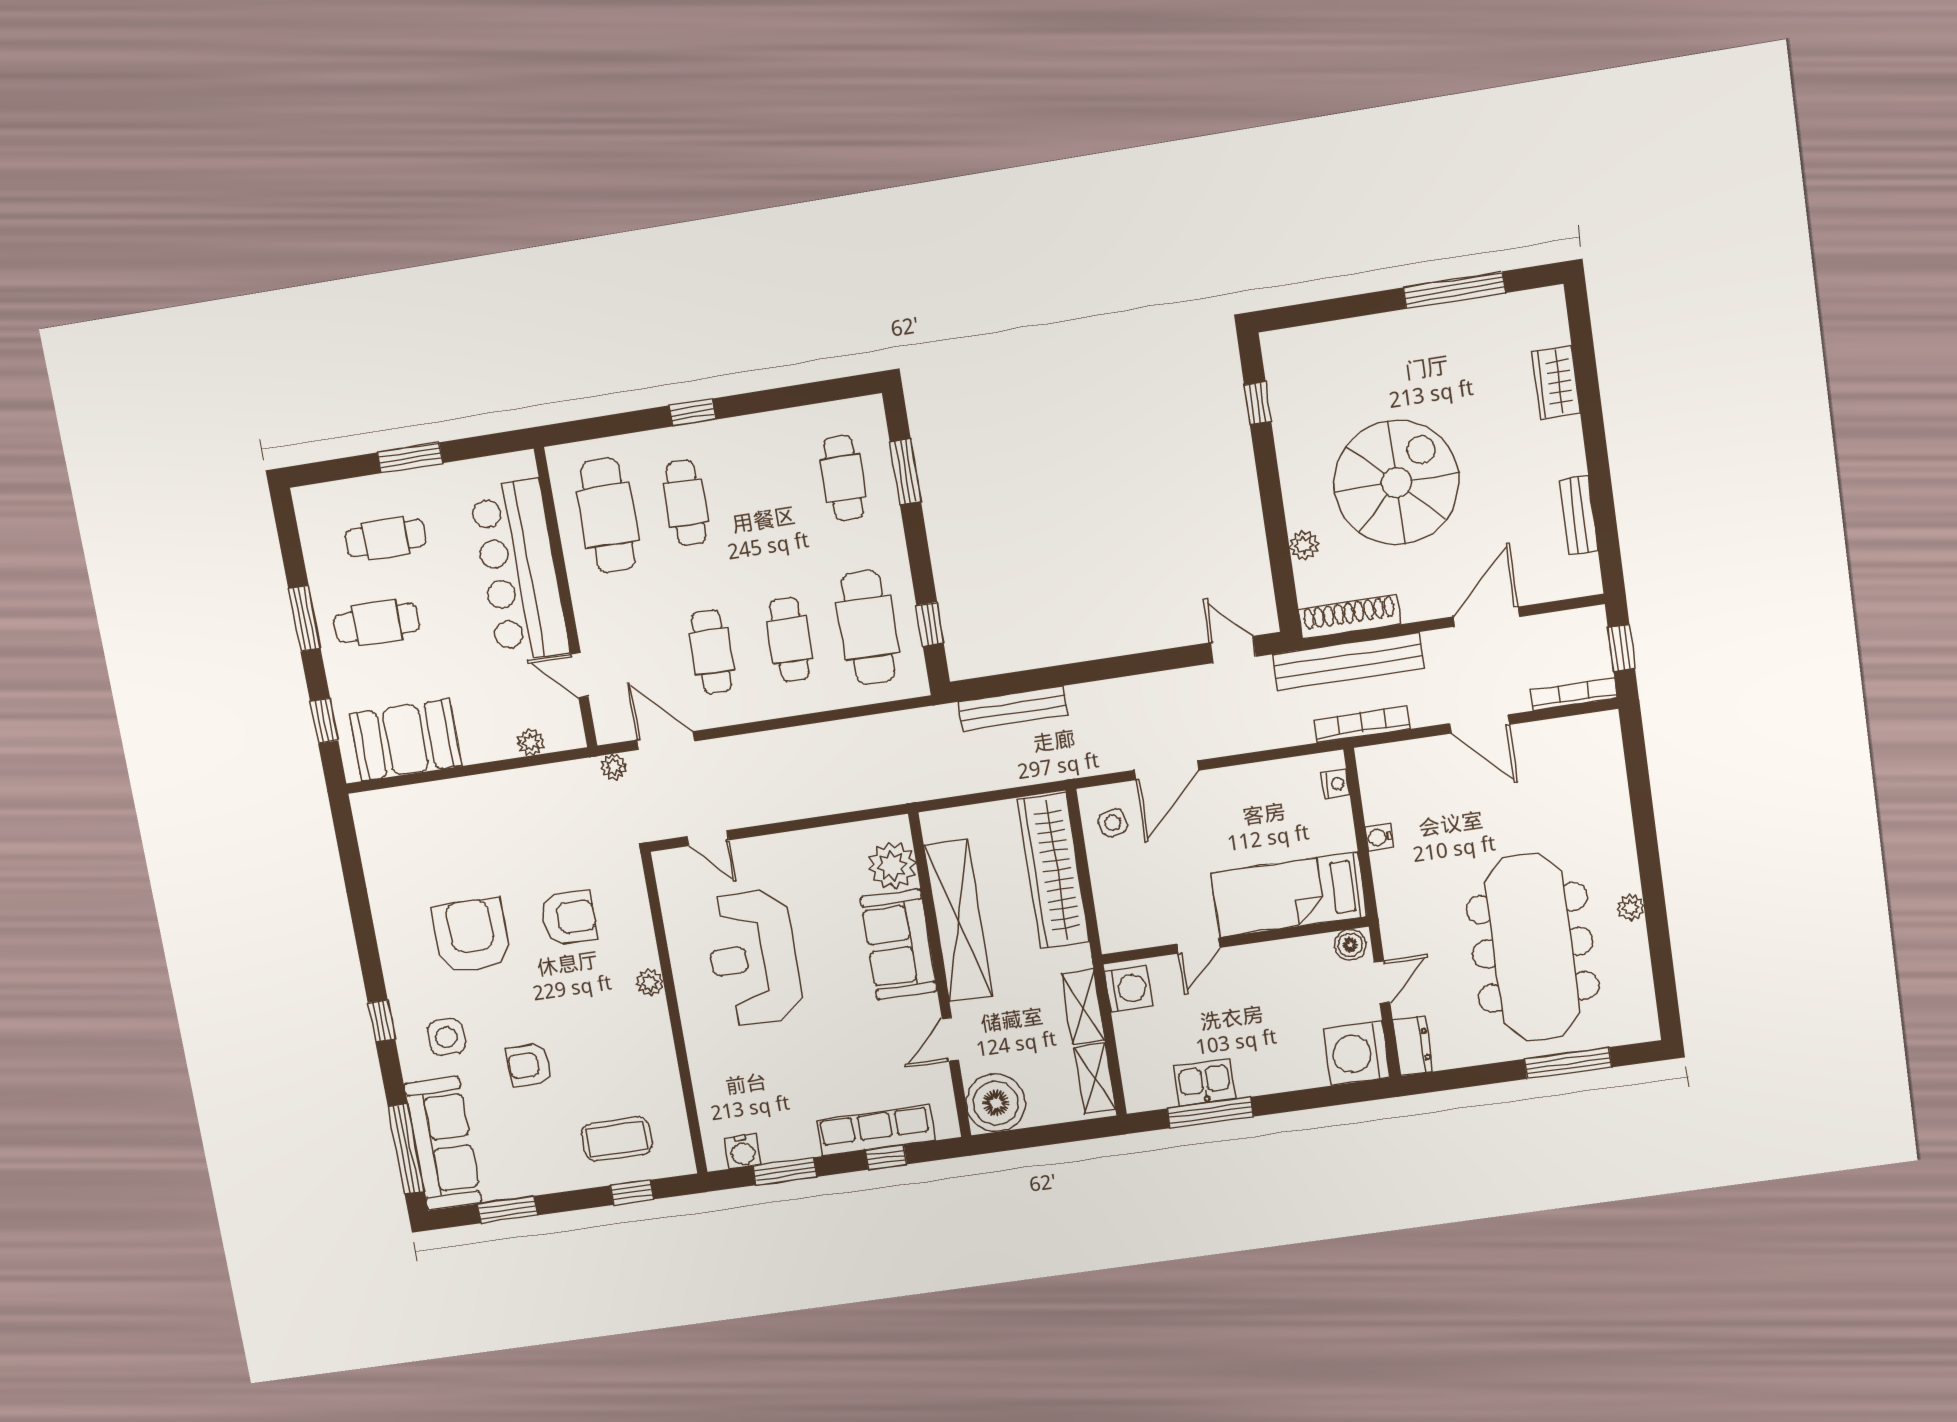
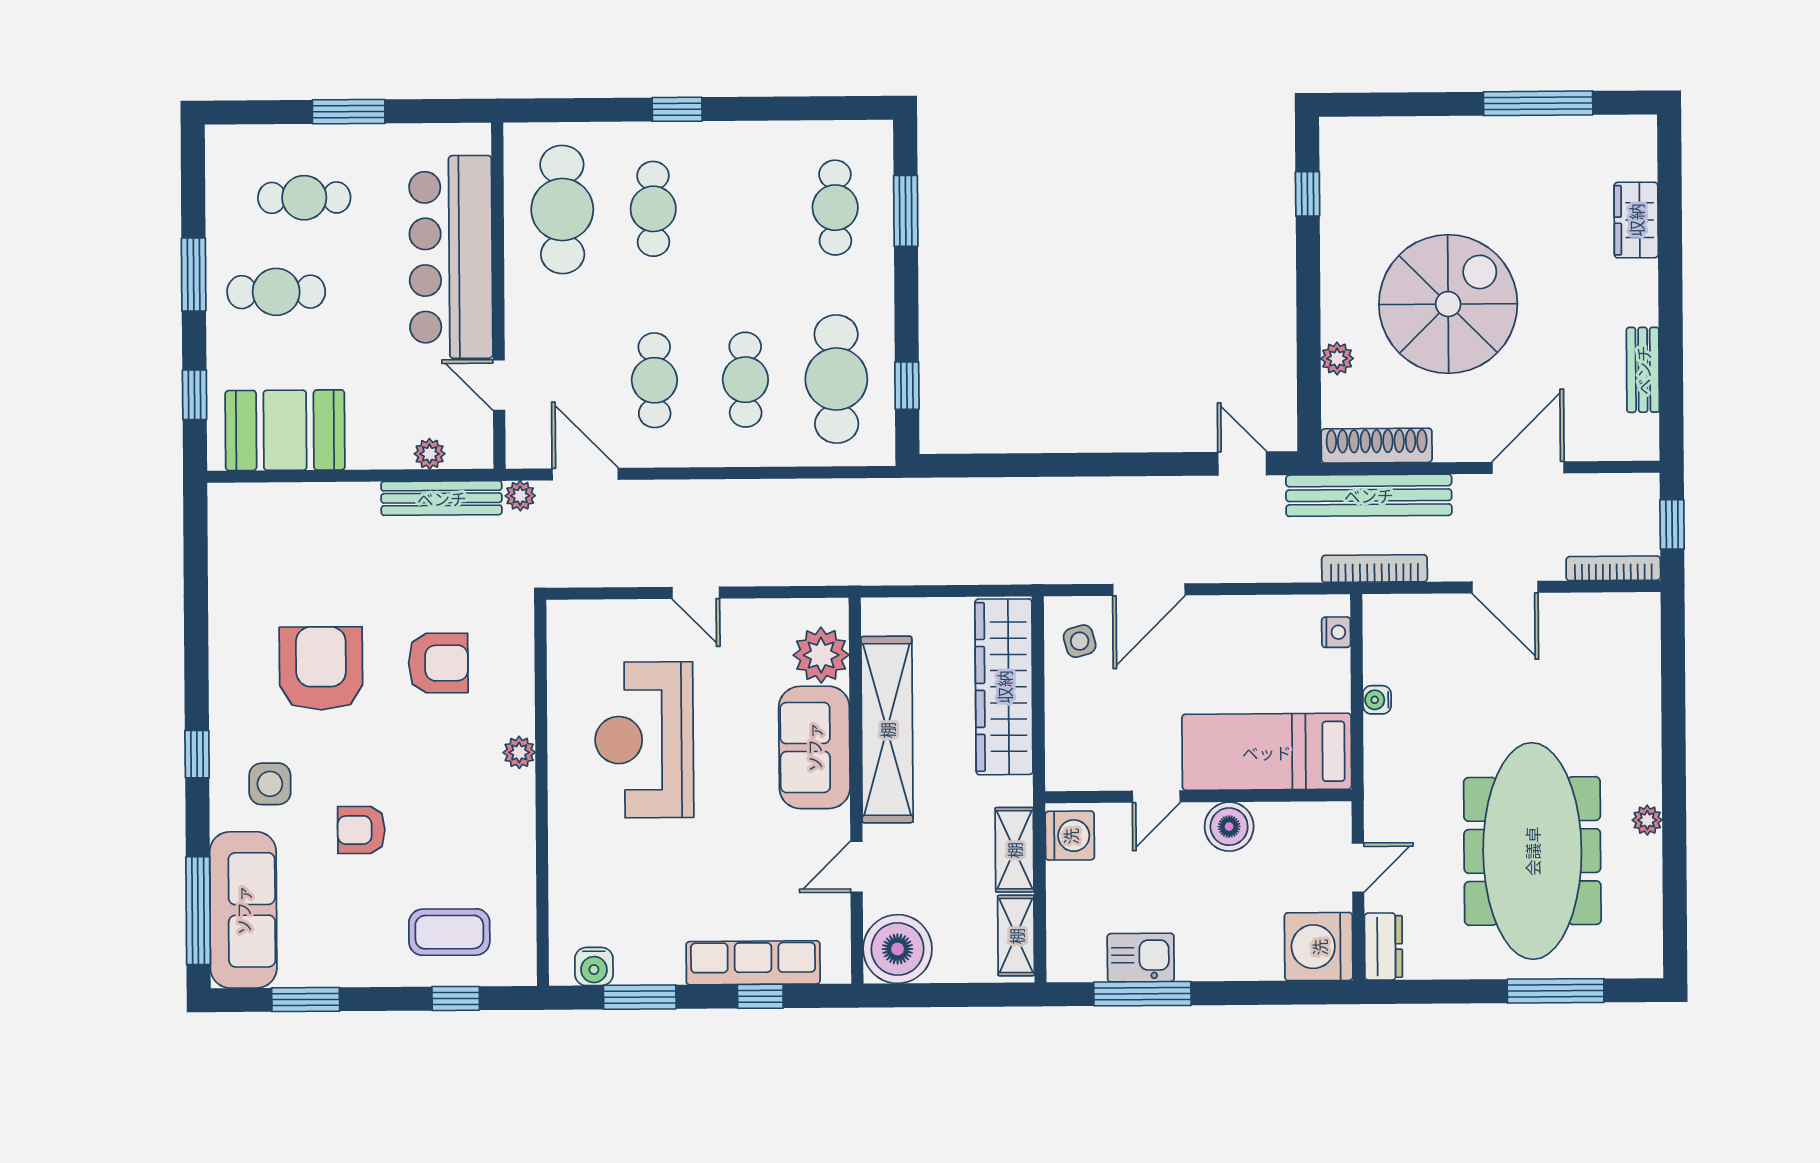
bench: (1013, 708) -> (442, 498), moved
door: (708, 838) -> (696, 593), moved
boiler: (1350, 945) -> (1229, 827), moved, width x1.36, depth x1.36

